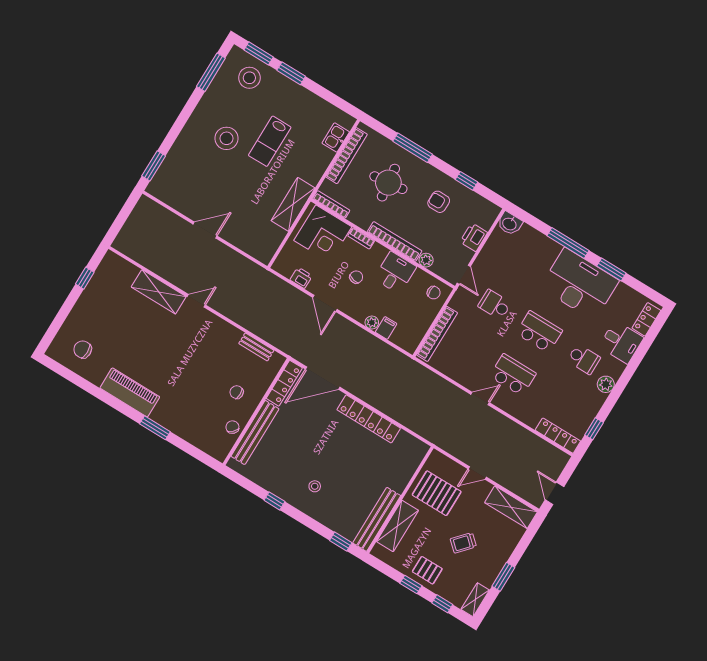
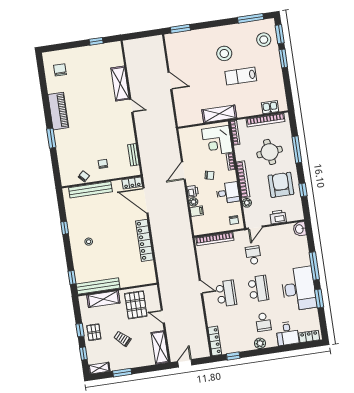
armchair: (439, 202) -> (281, 185), width x1.88, depth x1.88
printer: (301, 278) -> (193, 191), moved
locker: (284, 383) -> (132, 183), width x0.66

